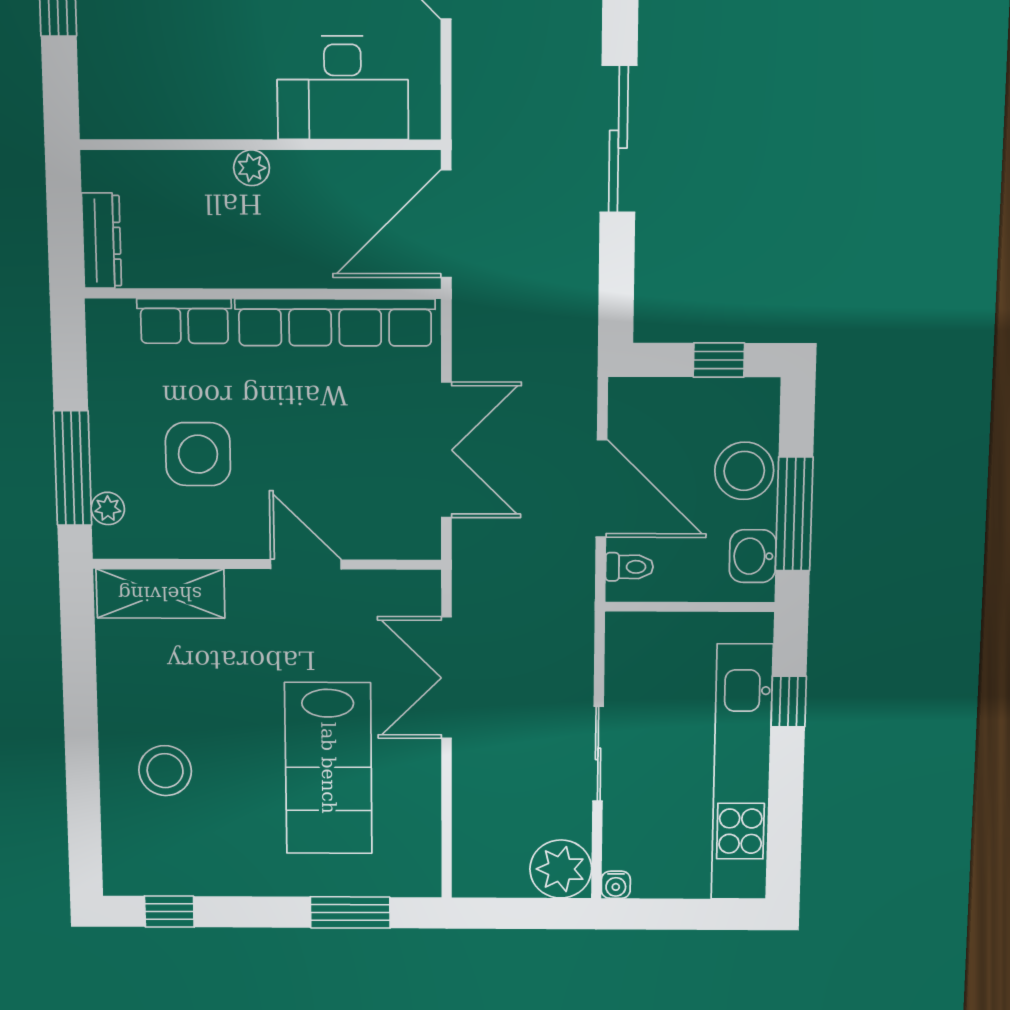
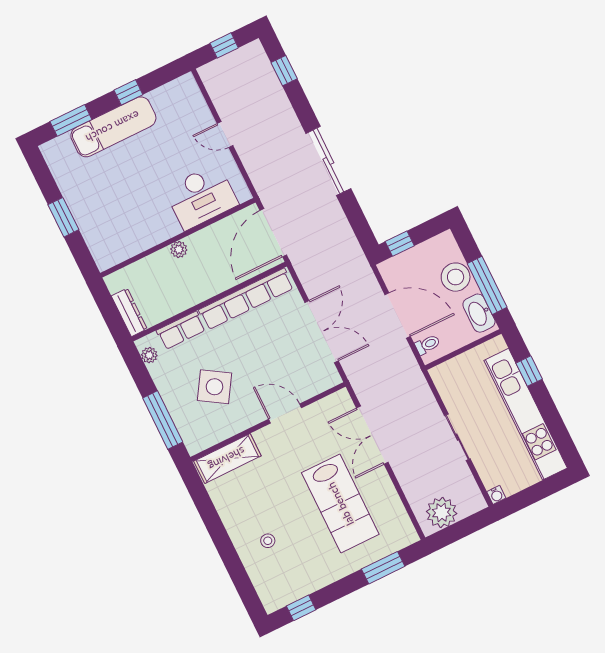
window: (719, 360) -> (400, 244), moved
side table: (198, 454) -> (214, 387), turned 32
plant: (108, 508) -> (149, 355), moved
washbasin: (753, 556) -> (479, 313), width x1.38
stool: (165, 771) -> (268, 541), width x0.53, depth x0.53
plant: (561, 869) -> (442, 513), moved

